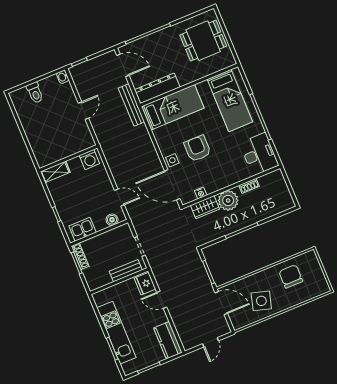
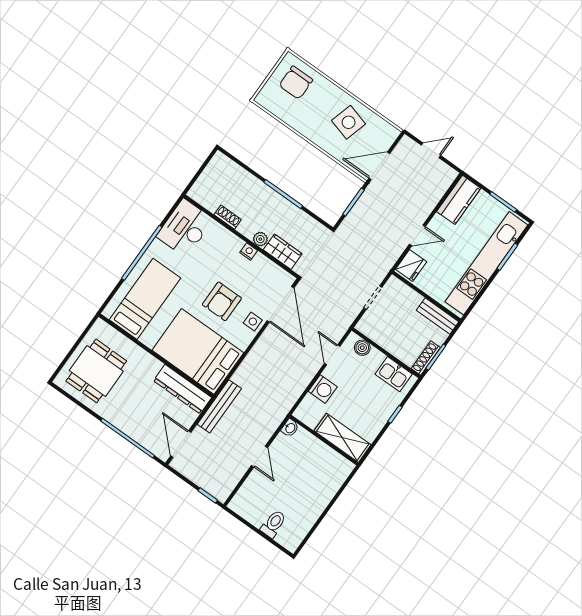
dining table: (203, 41) -> (96, 371), turned 90
washbasin: (63, 77) -> (290, 428), moved
bed: (173, 107) -> (198, 351), width x1.50
door: (83, 111) -> (260, 457), swing flipped
washing machine: (89, 159) -> (323, 389), moved, turned 90
shelving: (55, 172) -> (342, 438), width x1.50, depth x1.33
nightstand: (201, 193) -> (249, 251), moved
plant: (228, 200) -> (260, 239), width x0.53, depth x0.53
bench: (126, 271) -> (438, 316), moved
chair: (291, 276) -> (296, 83), moved
door: (162, 300) -> (417, 235), hinge flipped
door: (221, 303) -> (379, 166), hinge flipped
kitchen unit: (116, 333) -> (486, 263), width x1.36

